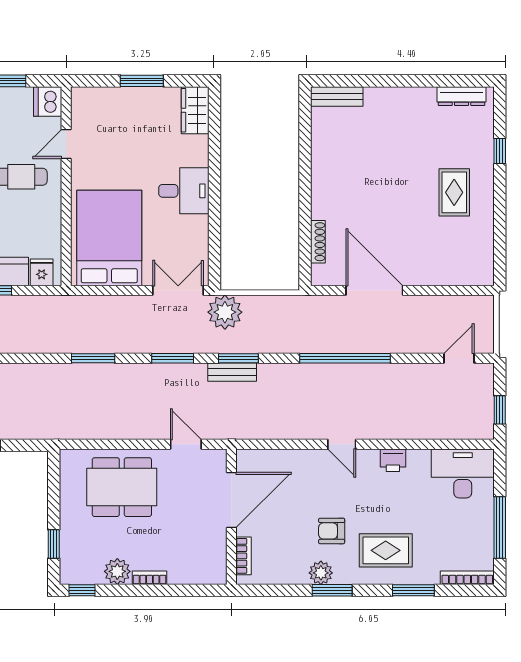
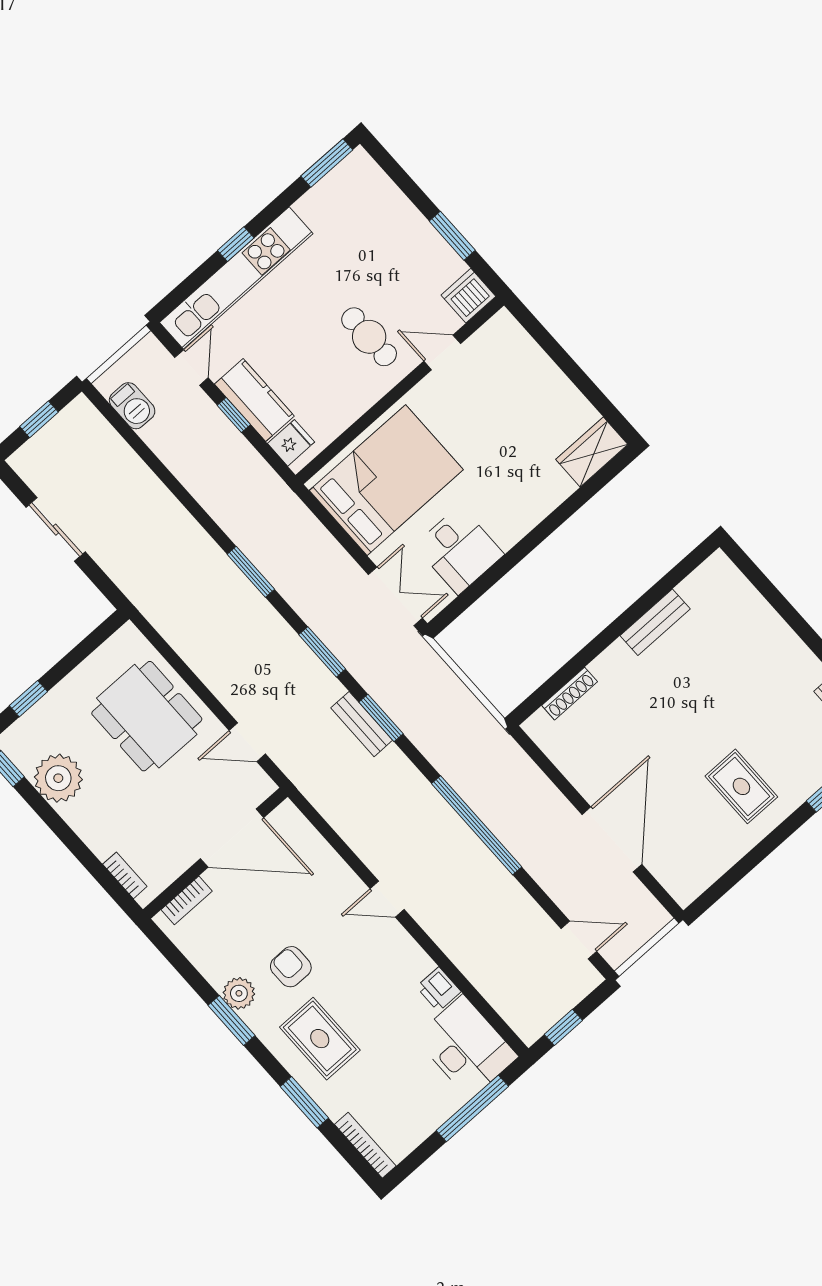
window: (142, 81) -> (573, 372), removed
bench: (337, 96) -> (655, 622), moved, turned 90
desk: (184, 191) -> (459, 550), moved
rug: (454, 192) -> (741, 786), turned 90
door: (374, 290) -> (612, 839), moved
plant: (225, 312) -> (415, 663), removed
door: (186, 444) -> (247, 742), swing flipped
door: (342, 444) -> (387, 899), hinge flipped
printer: (393, 460) -> (439, 989), moved
window: (500, 527) -> (472, 1108), moved
plant: (117, 571) -> (58, 778), width x1.36, depth x1.36
bookcase: (149, 578) -> (125, 875), moved

